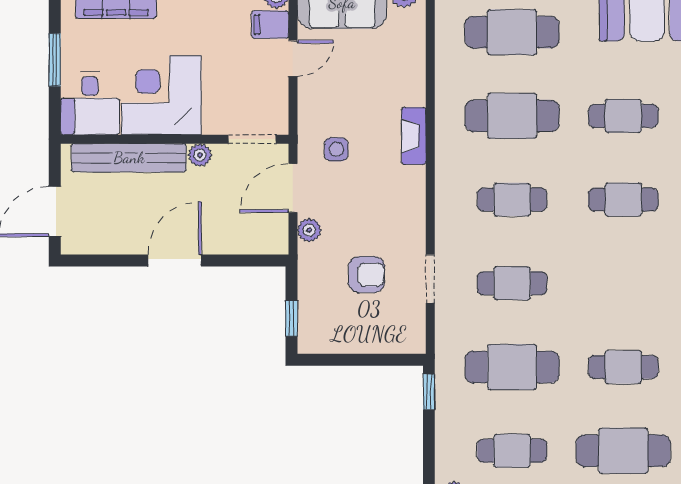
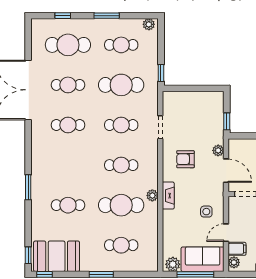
cafe table: (512, 32) -> (121, 245), width x0.73, depth x0.74
plant: (447, 136) -> (152, 195), added
side table: (336, 149) -> (206, 212), moved
door: (293, 188) -> (226, 171), hinge flipped
cafe table: (623, 200) -> (68, 125), moved
armchair: (367, 275) -> (185, 159), moved
window: (291, 318) -> (227, 121), moved

